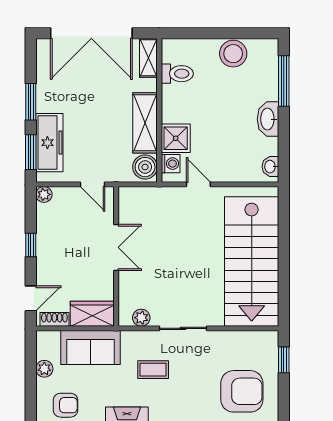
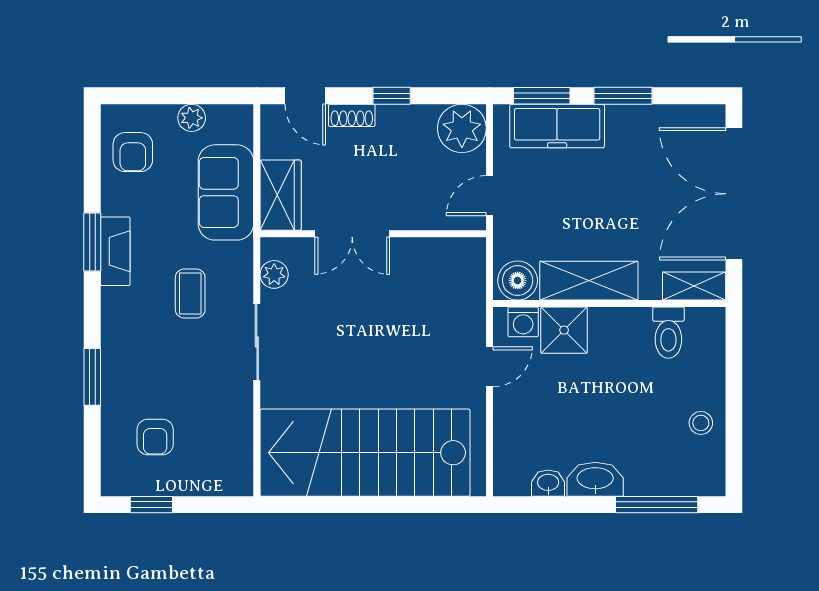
stool: (233, 54) -> (701, 423), width x0.53, depth x0.53
washbasin: (270, 167) -> (548, 483), moved
plant: (44, 194) -> (462, 128), width x1.87, depth x1.87
double door: (116, 247) -> (352, 234), moved
shoe rack: (54, 319) -> (352, 115), moved, turned 90
window: (284, 360) -> (151, 505), moved
armchair: (242, 391) -> (155, 437), width x0.53, depth x0.53

